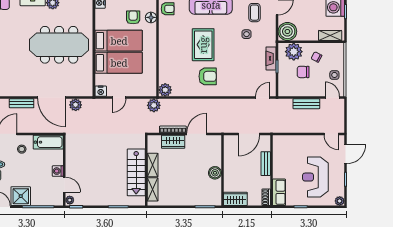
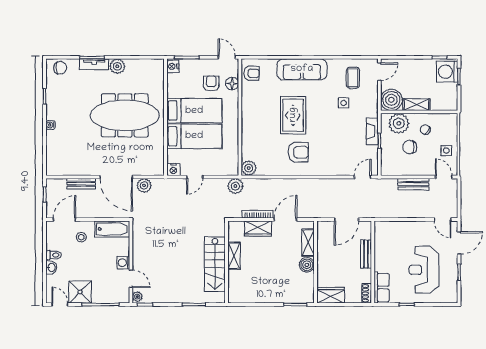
shelving: (330, 36) -> (416, 105), moved
shelving: (153, 189) -> (308, 243), moved
plant: (340, 201) -> (452, 298), removed

